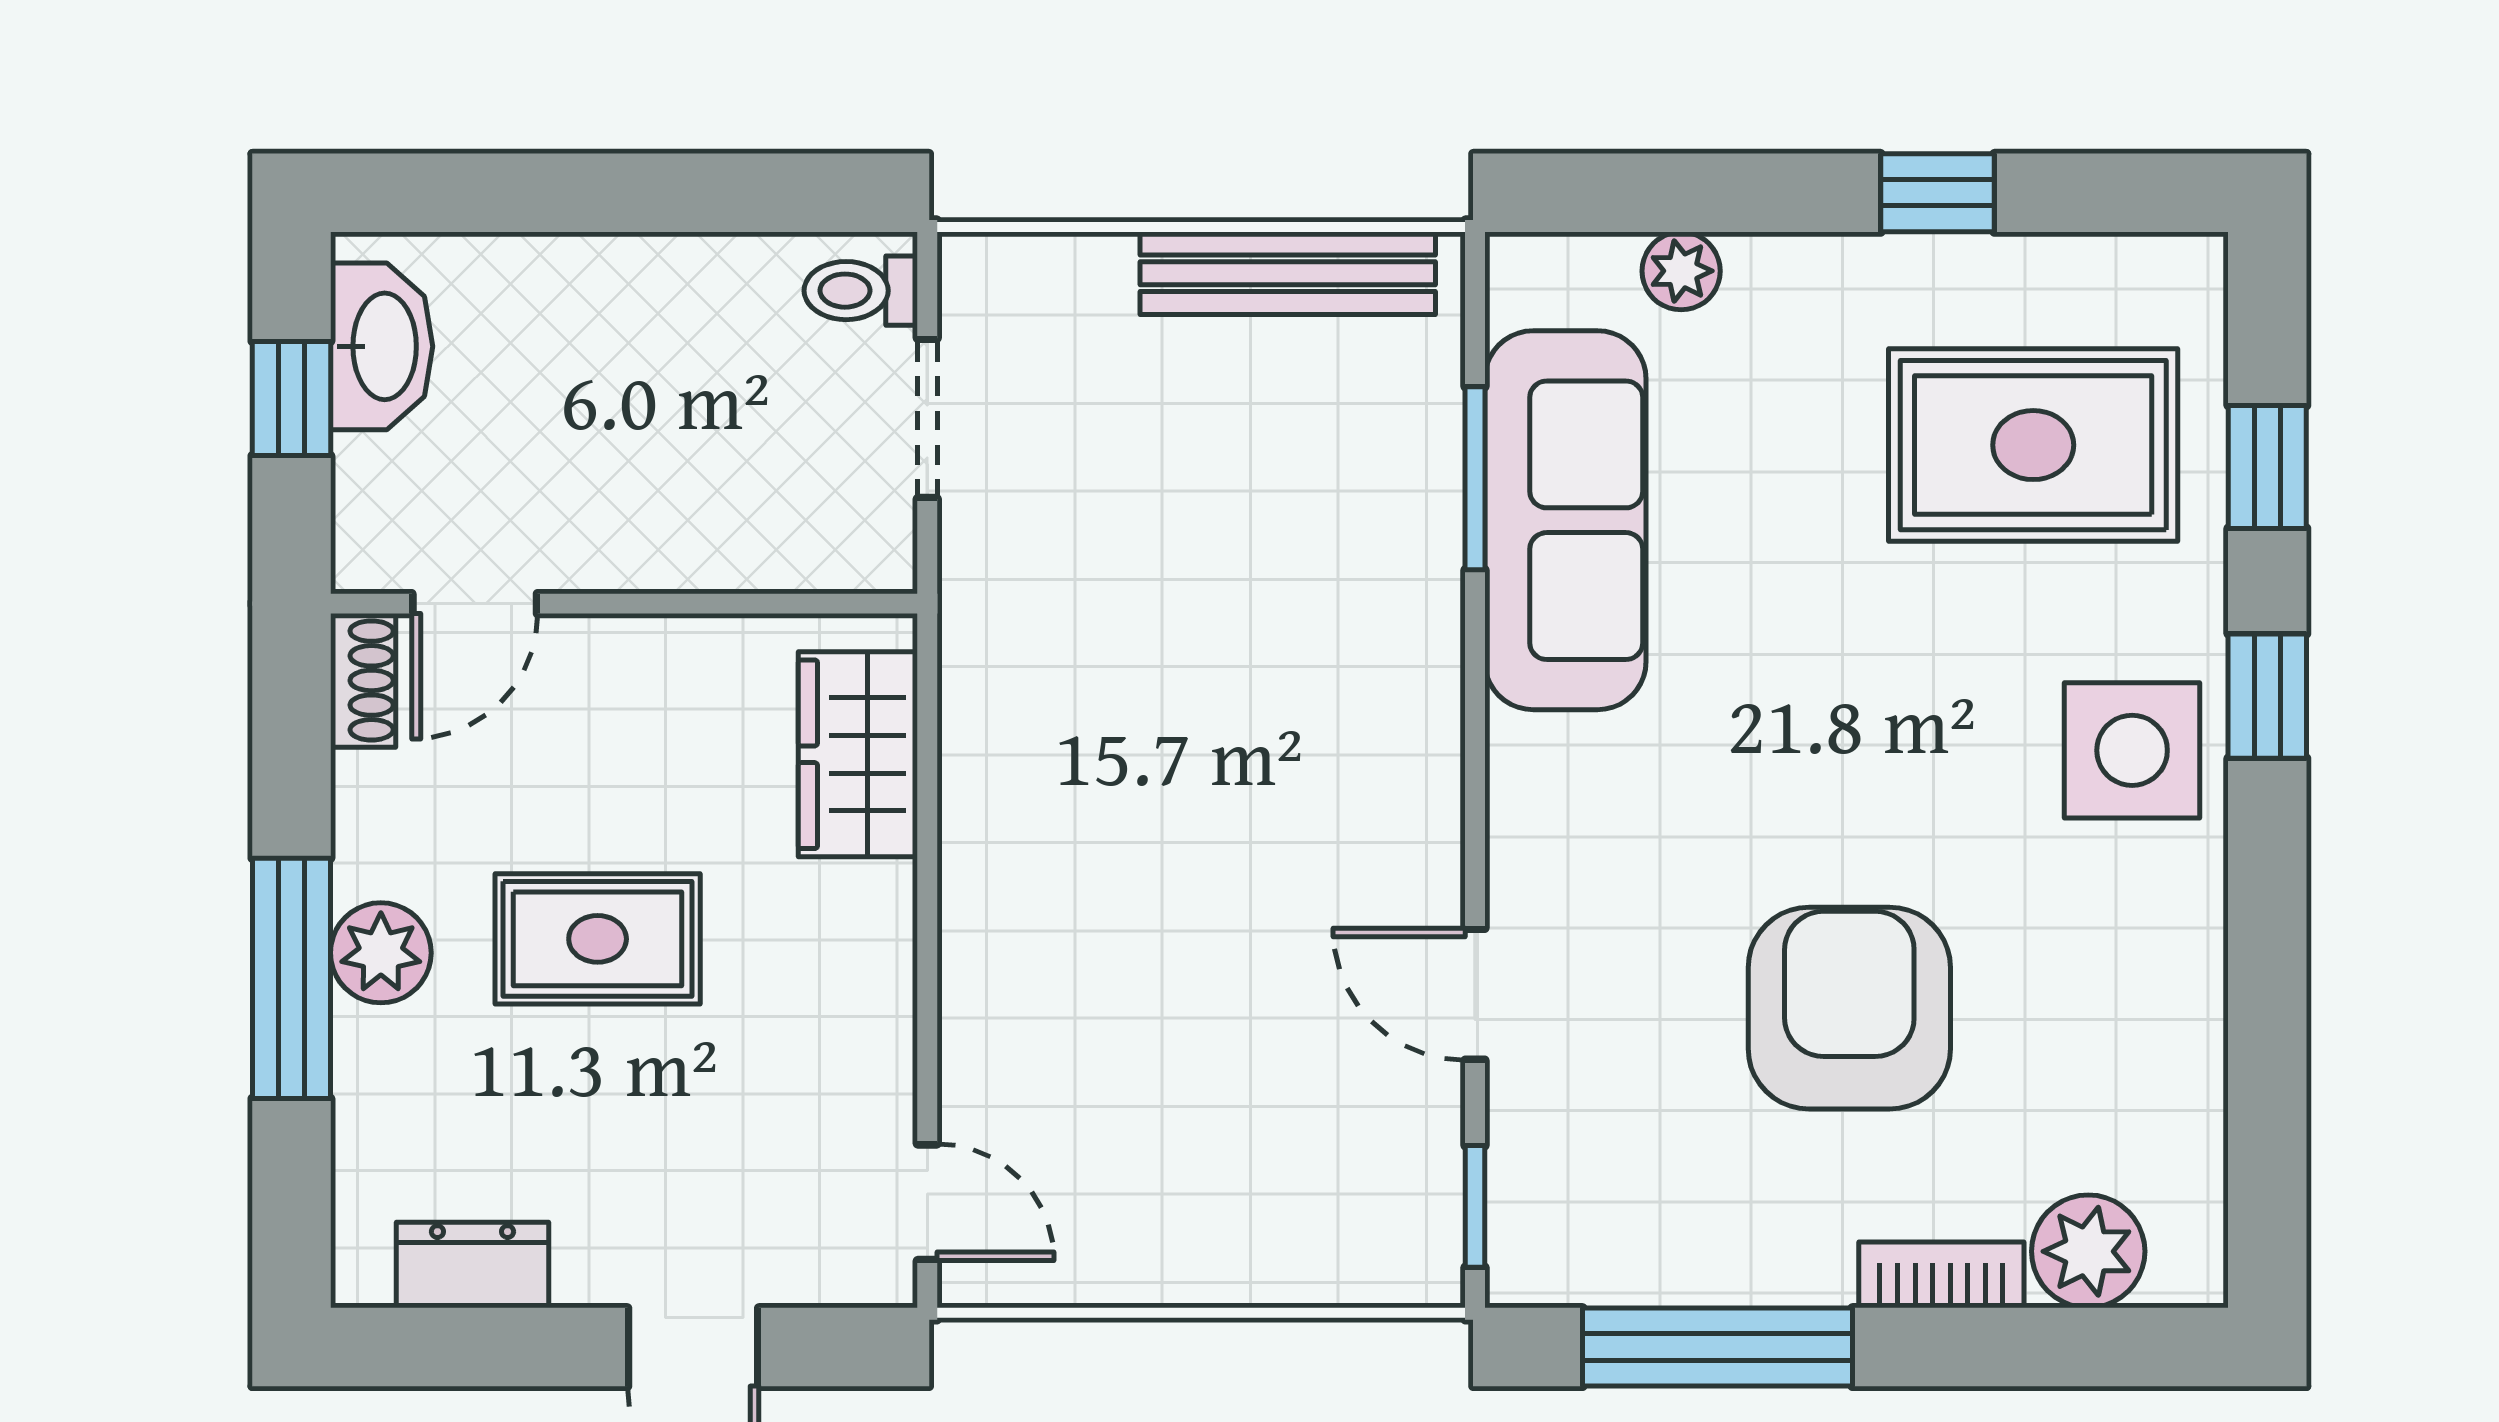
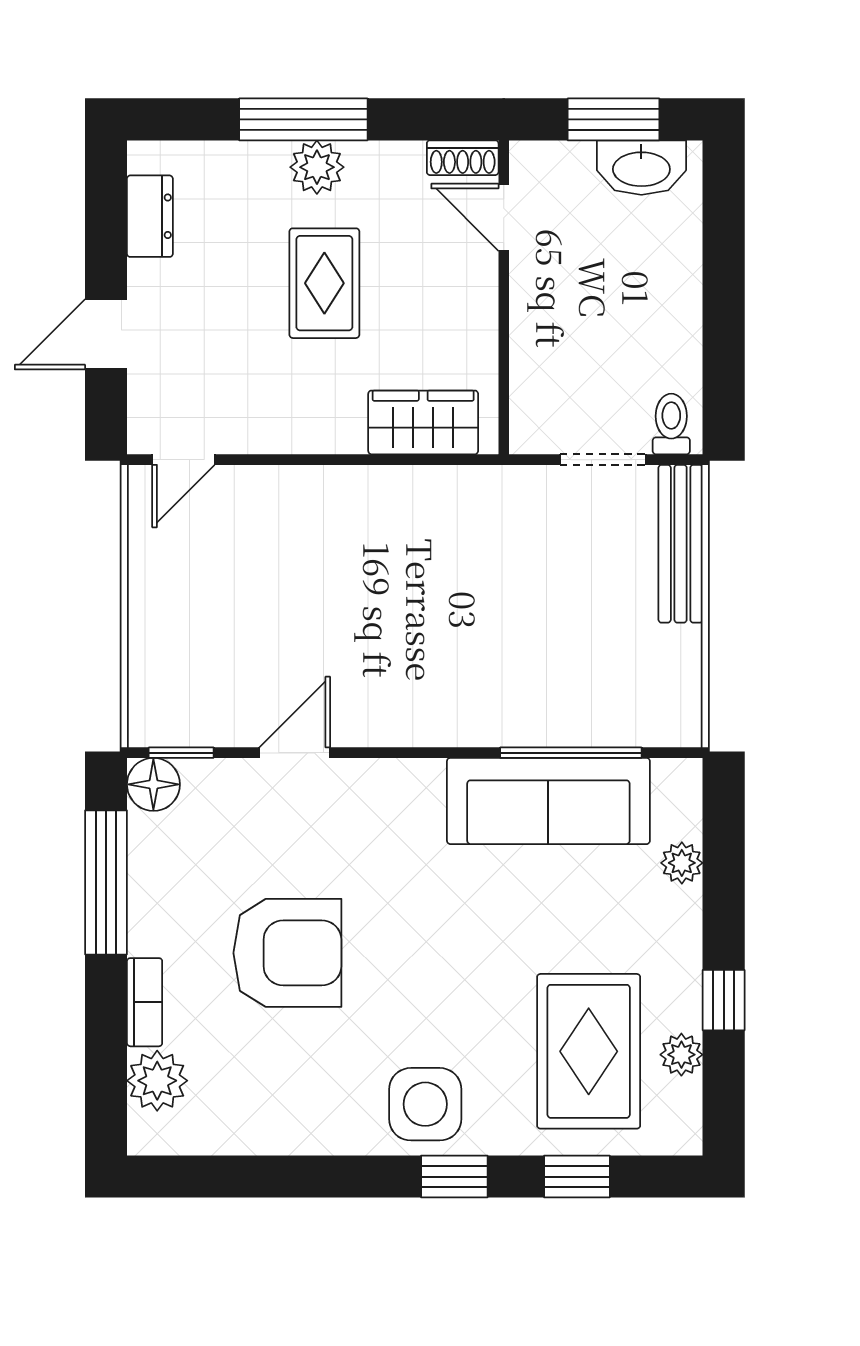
plant: (2039, 272) -> (681, 1055), added
bench: (1288, 273) -> (681, 544), moved
window: (291, 399) -> (614, 119), width x1.50
window: (1475, 478) -> (571, 753), width x1.44
floor lamp: (1534, 1258) -> (153, 784), added

